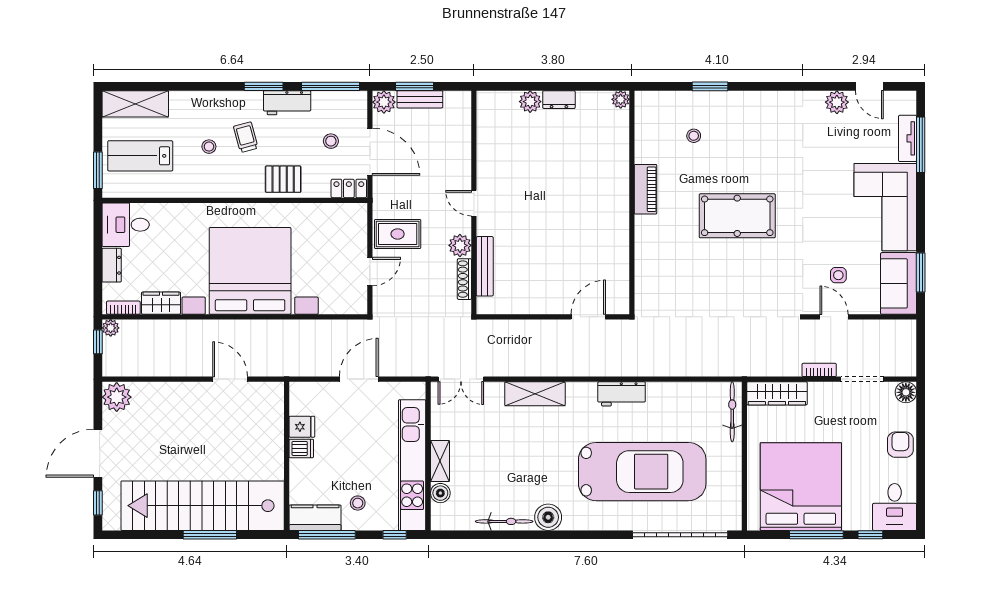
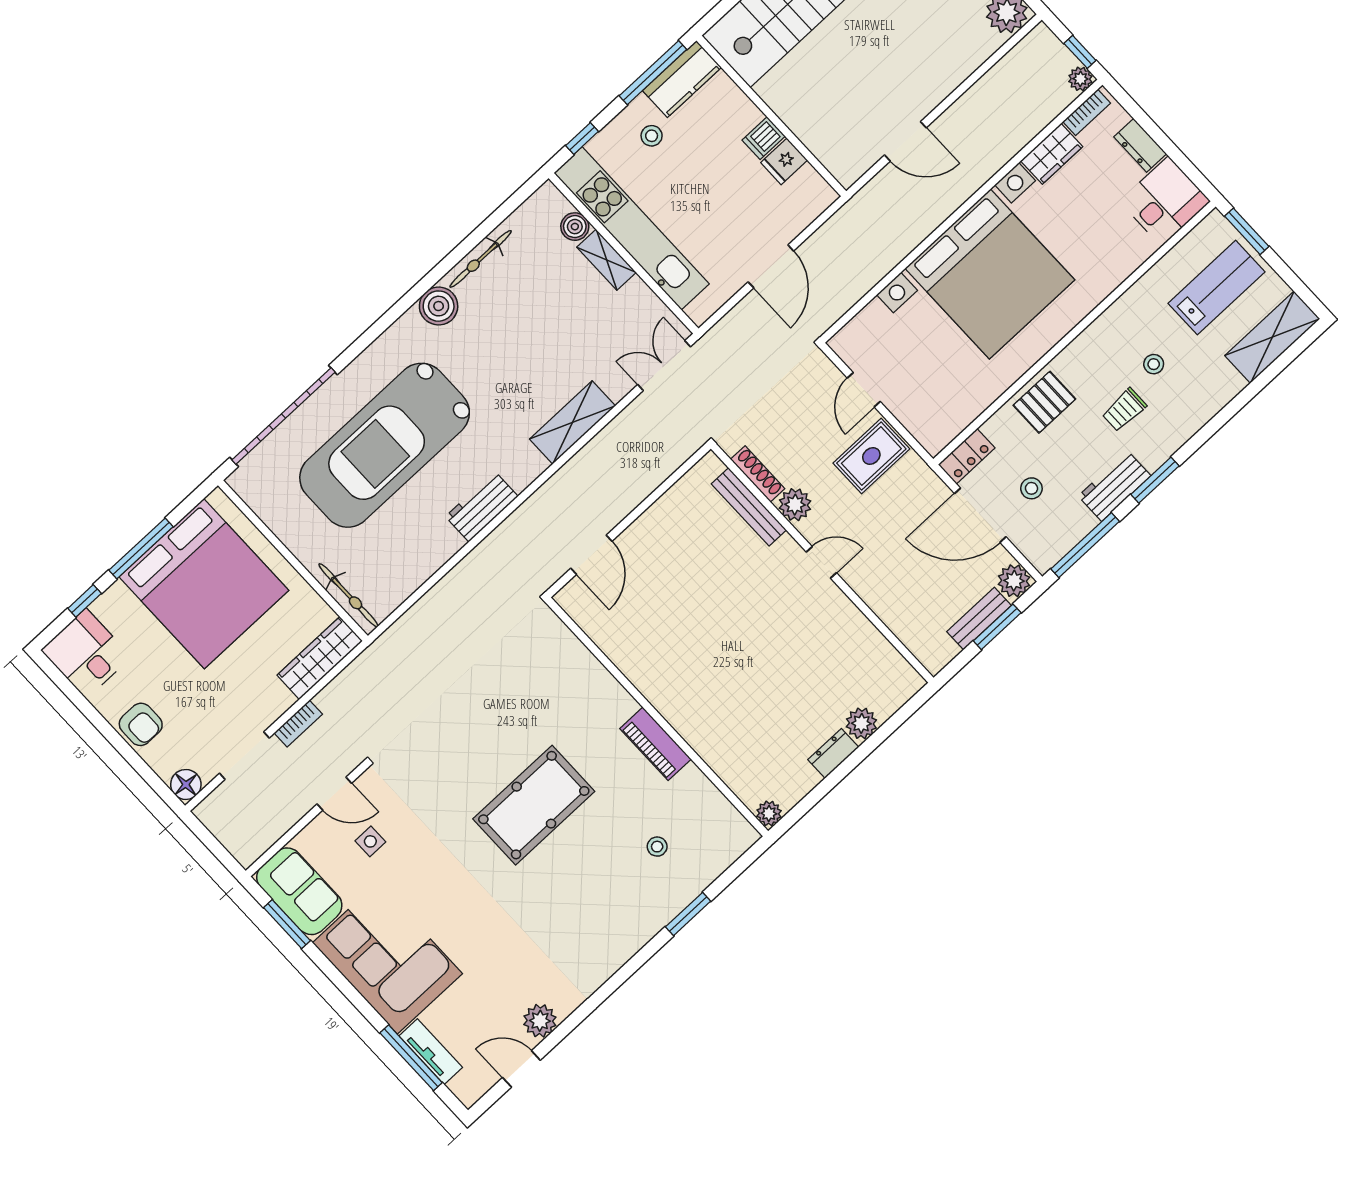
trolley: (246, 137) -> (1124, 410), turned 105

